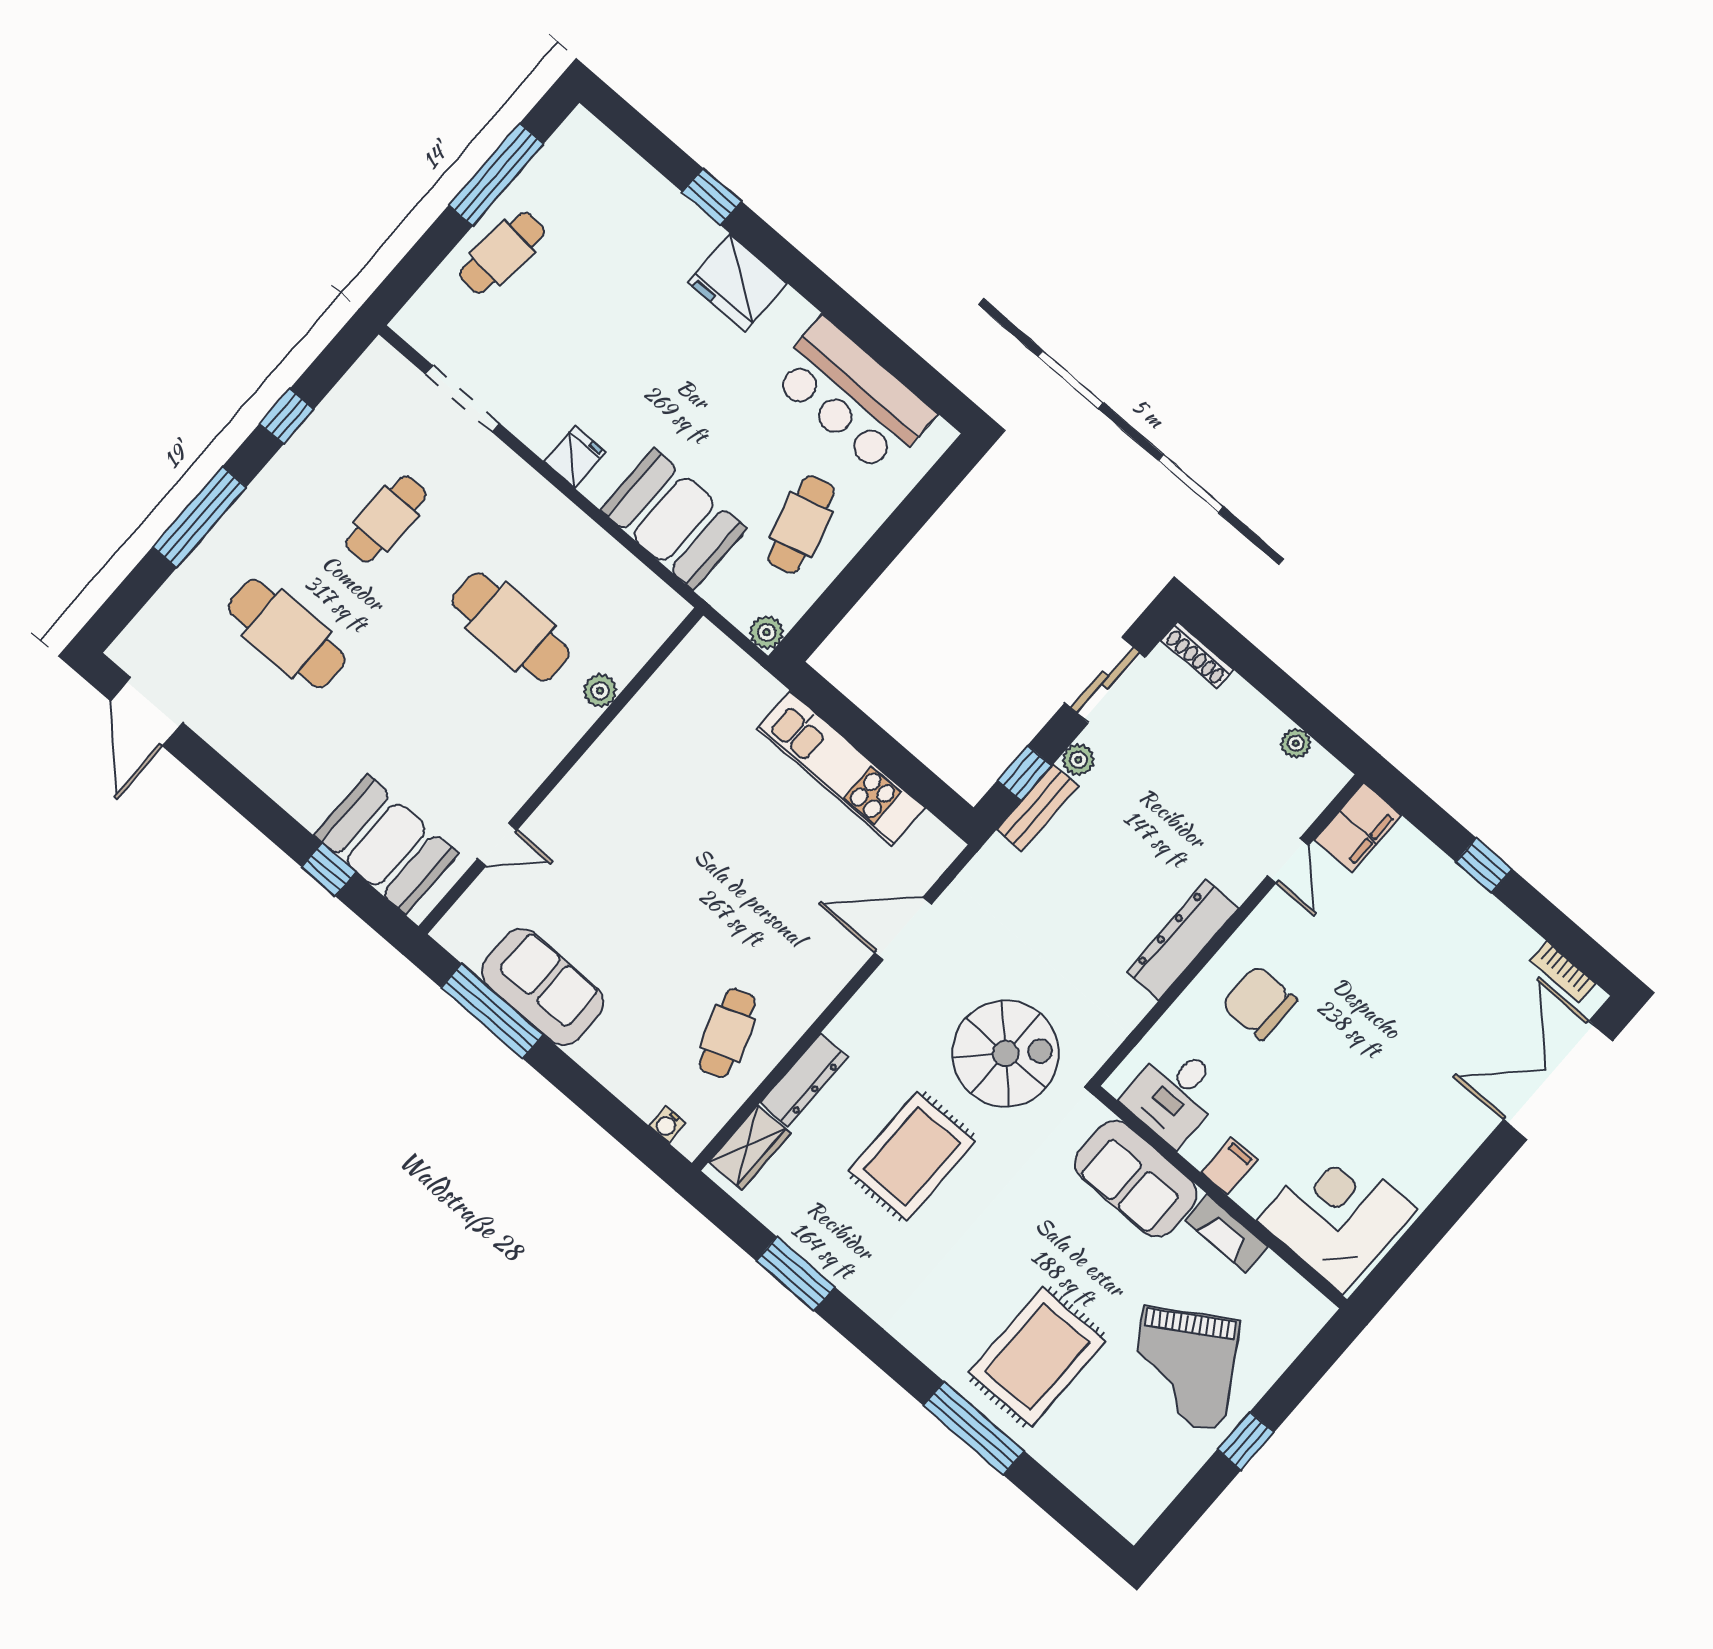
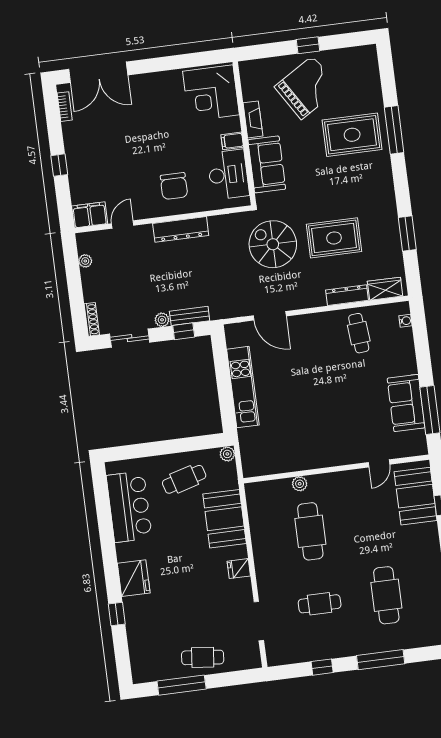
door: (497, 844) -> (379, 463), swing flipped
cafe table: (727, 1033) -> (359, 333), turned -75
desk: (1174, 1094) -> (228, 175), width x1.37

